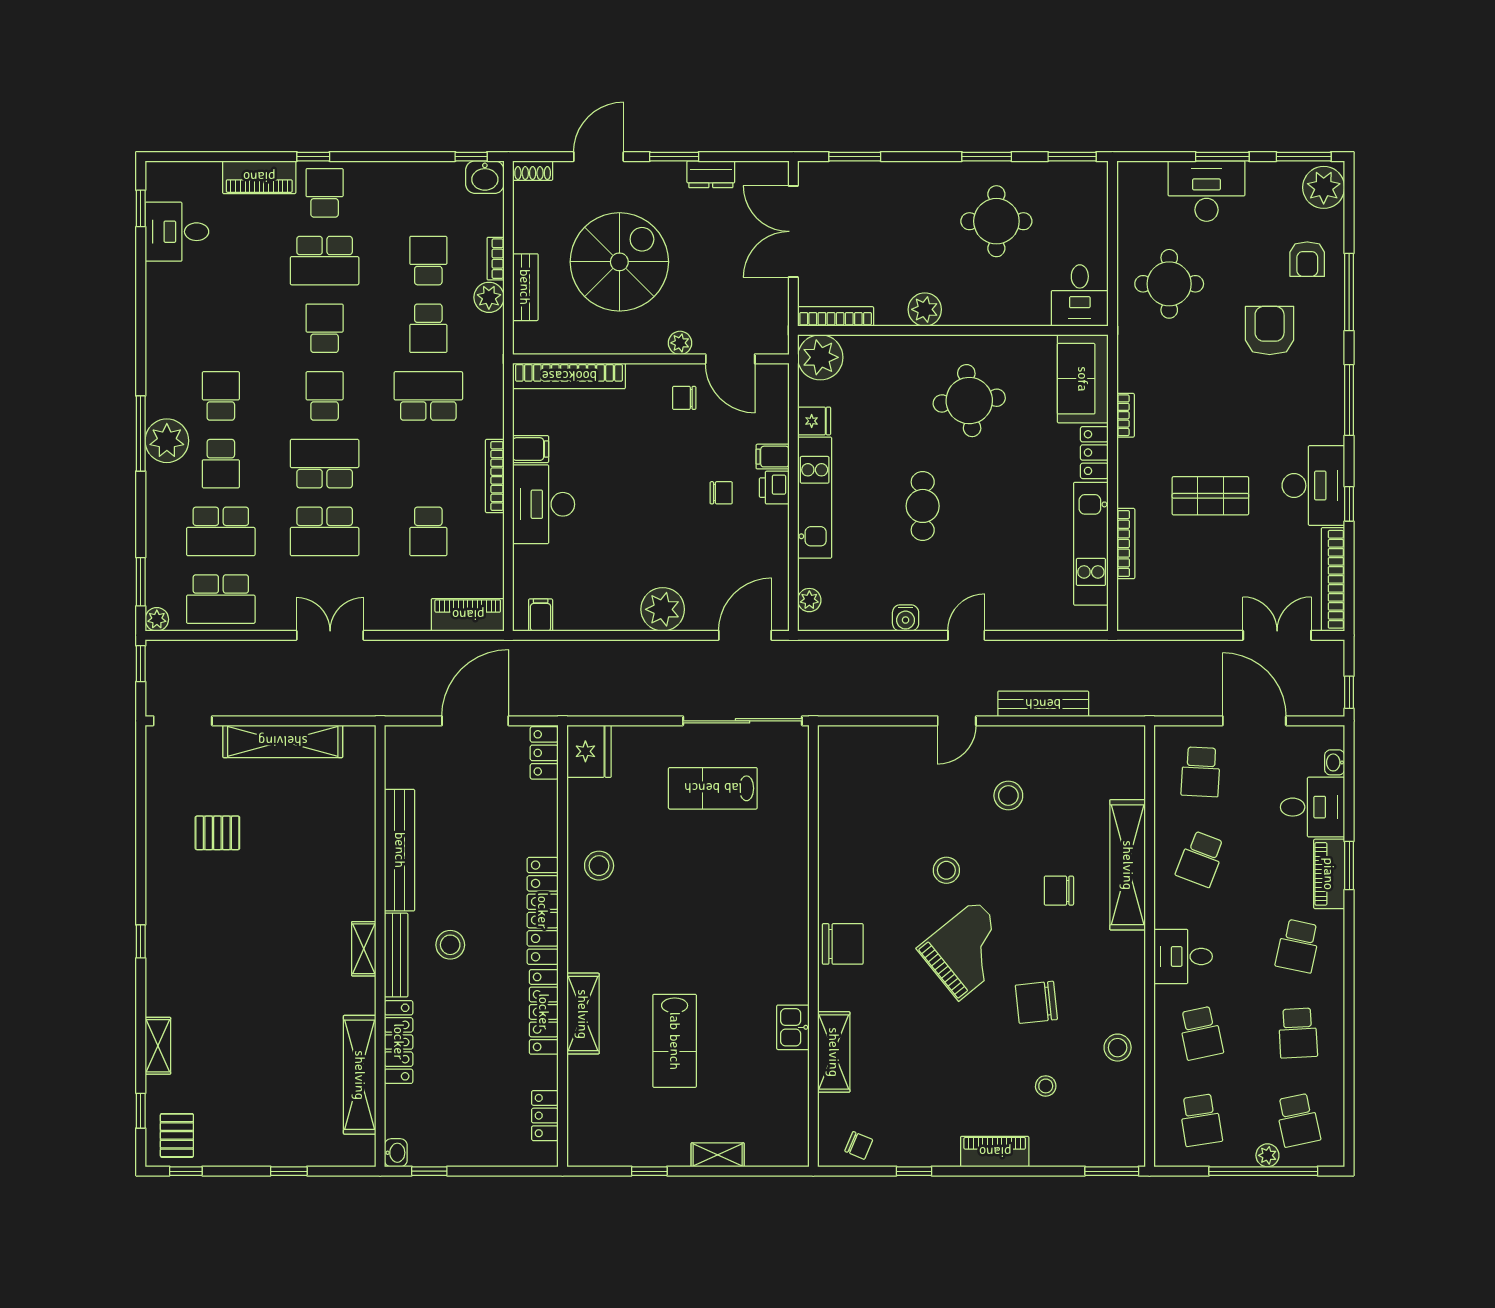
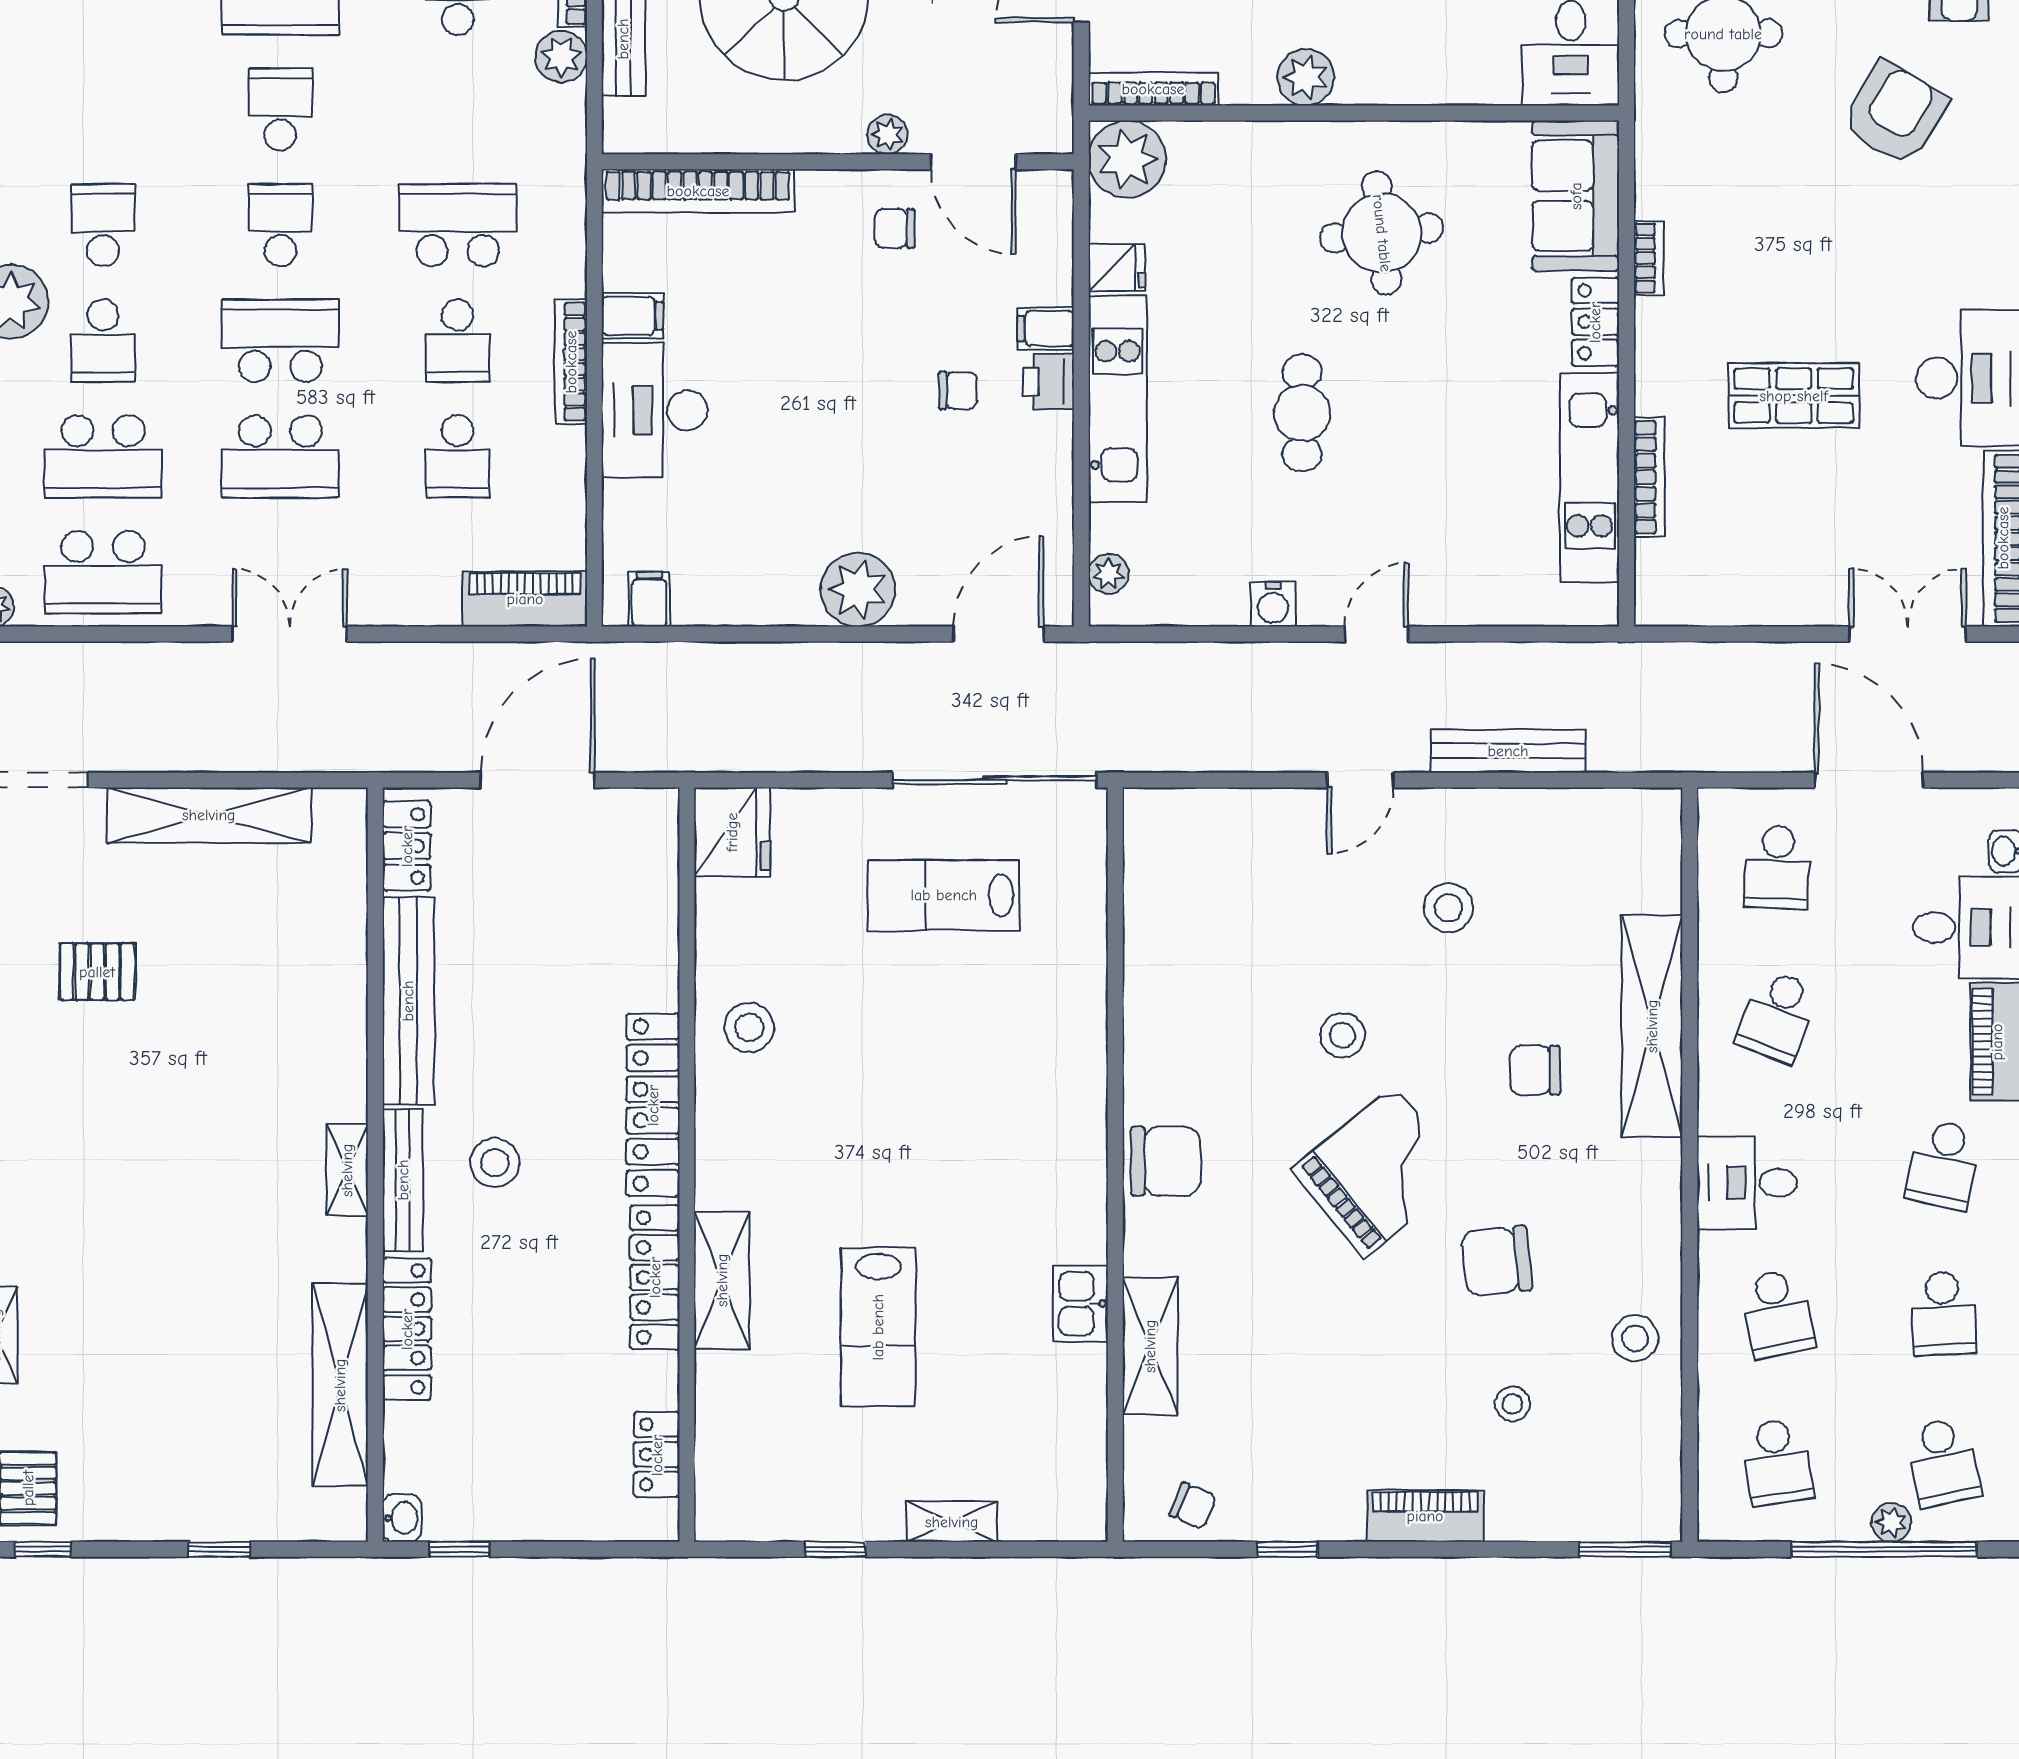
school desk: (428, 328) -> (458, 341), moved
armchair: (1270, 331) -> (1895, 113), turned 31
locker: (544, 753) -> (407, 846), moved, turned 180

